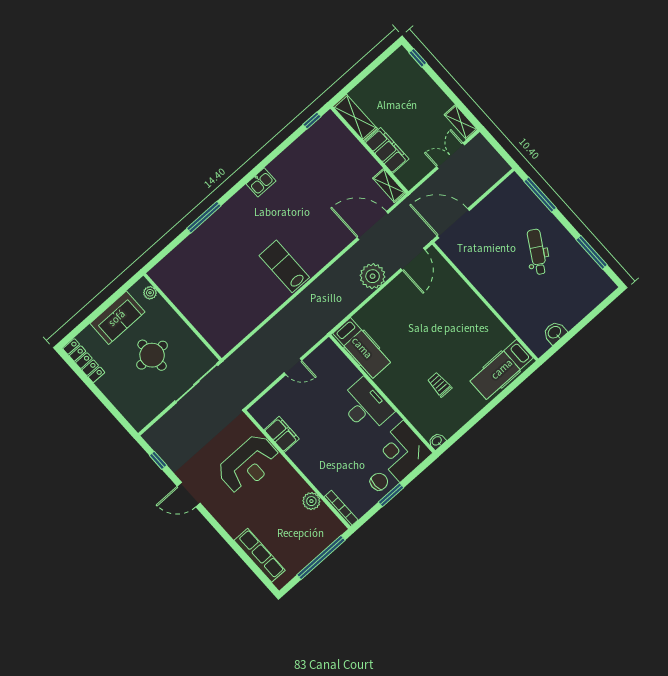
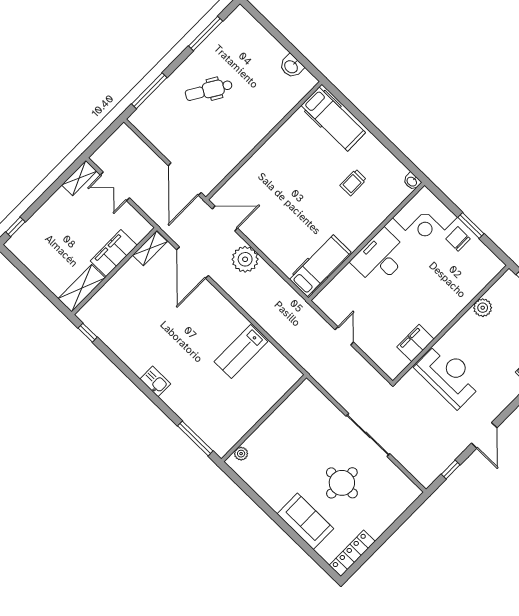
plant: (150, 293) -> (241, 454), moved
wall: (183, 317) -> (264, 418), moved
bookcase: (341, 508) -> (488, 276), removed

